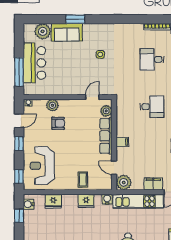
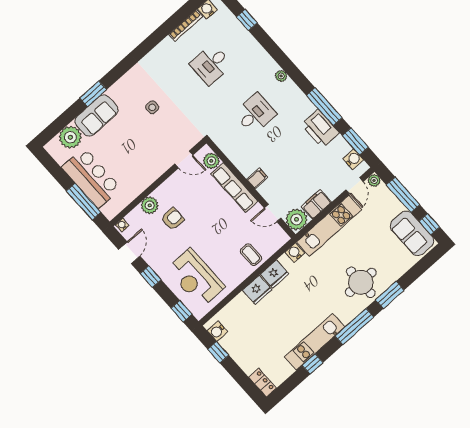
door: (92, 97) -> (184, 159), swing flipped
filing cabinet: (153, 184) -> (316, 204), moved
fridge: (53, 201) -> (257, 290), moved

